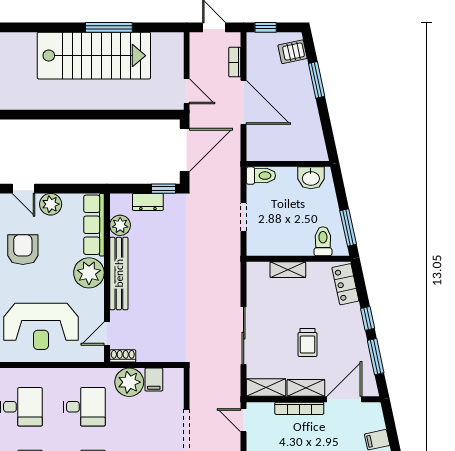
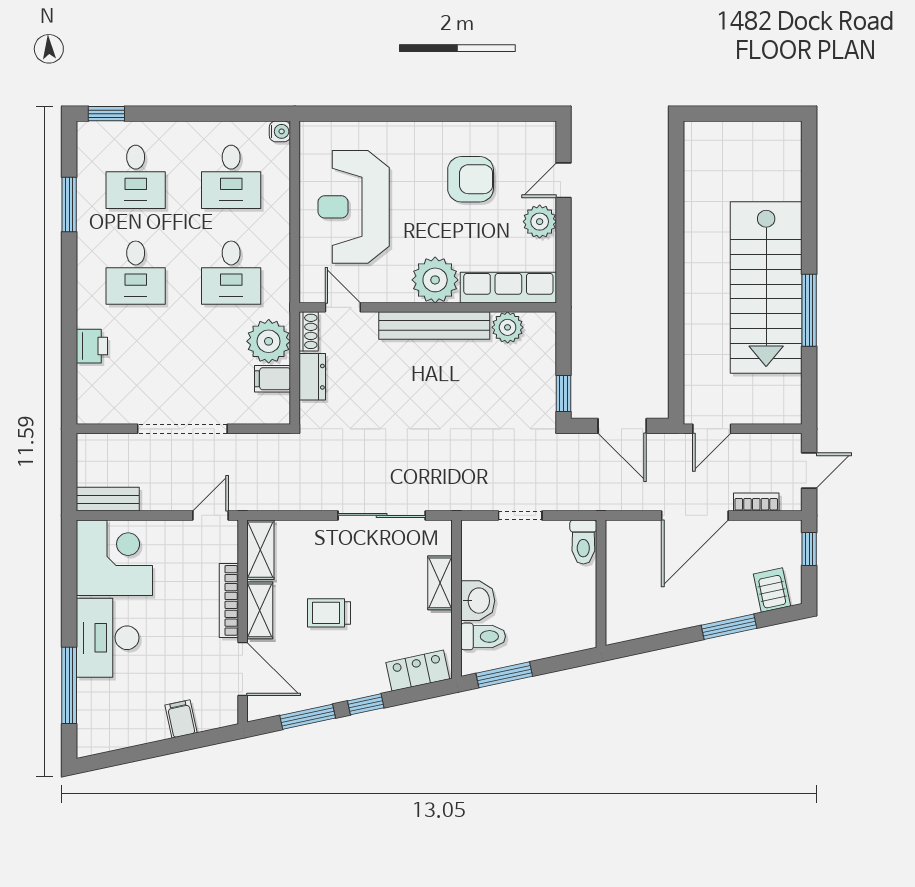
door: (185, 150) -> (622, 426), width x0.73
washbasin: (311, 178) -> (478, 601), moved, turned 180
dresser: (148, 202) -> (312, 377), moved, turned 180
sliding door: (244, 336) -> (382, 515), moved

